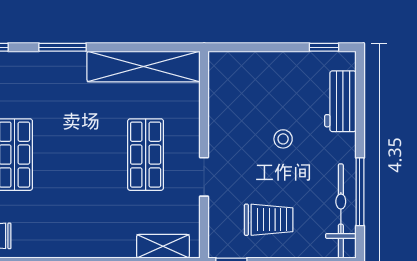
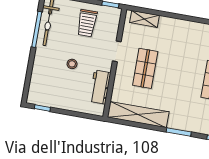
workbench: (340, 101) -> (100, 87), moved, turned 180
trolley: (269, 220) -> (87, 23), turned -90

